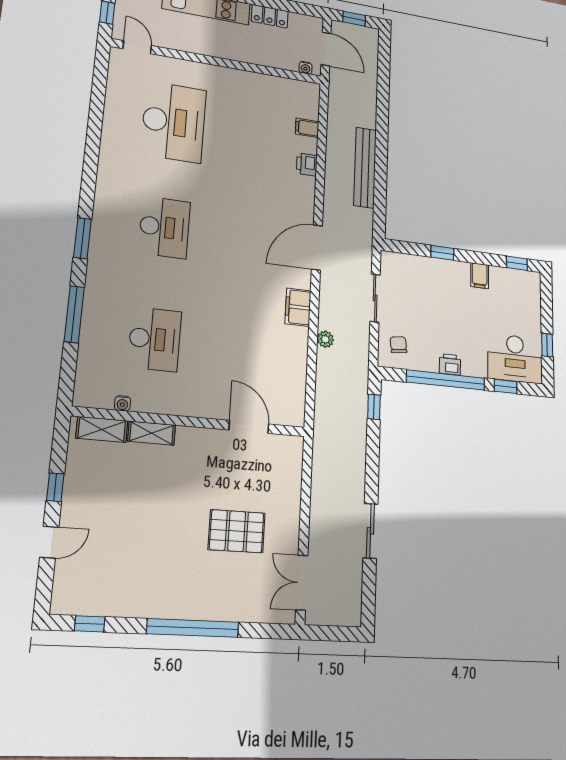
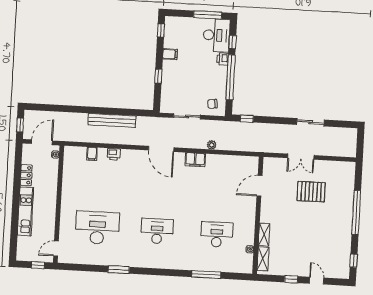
window: (82, 238) -> (119, 270), moved
window: (547, 345) -> (208, 15), width x2.17
printer: (450, 364) -> (223, 59), moved
pallet: (237, 531) -> (311, 192), turned 90
double door: (302, 583) -> (301, 157), moved

